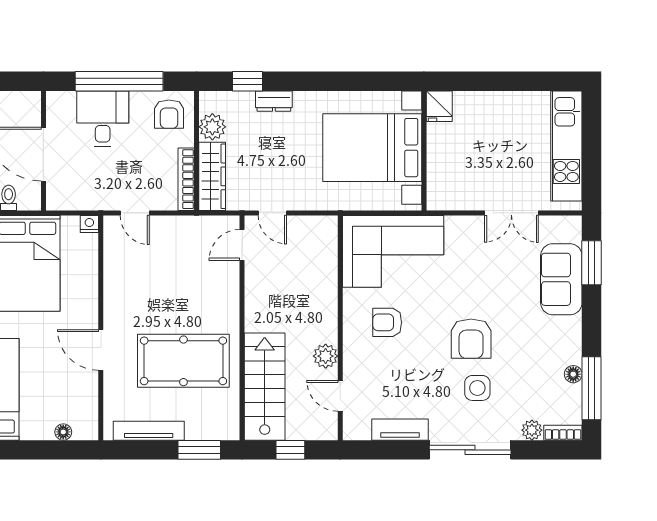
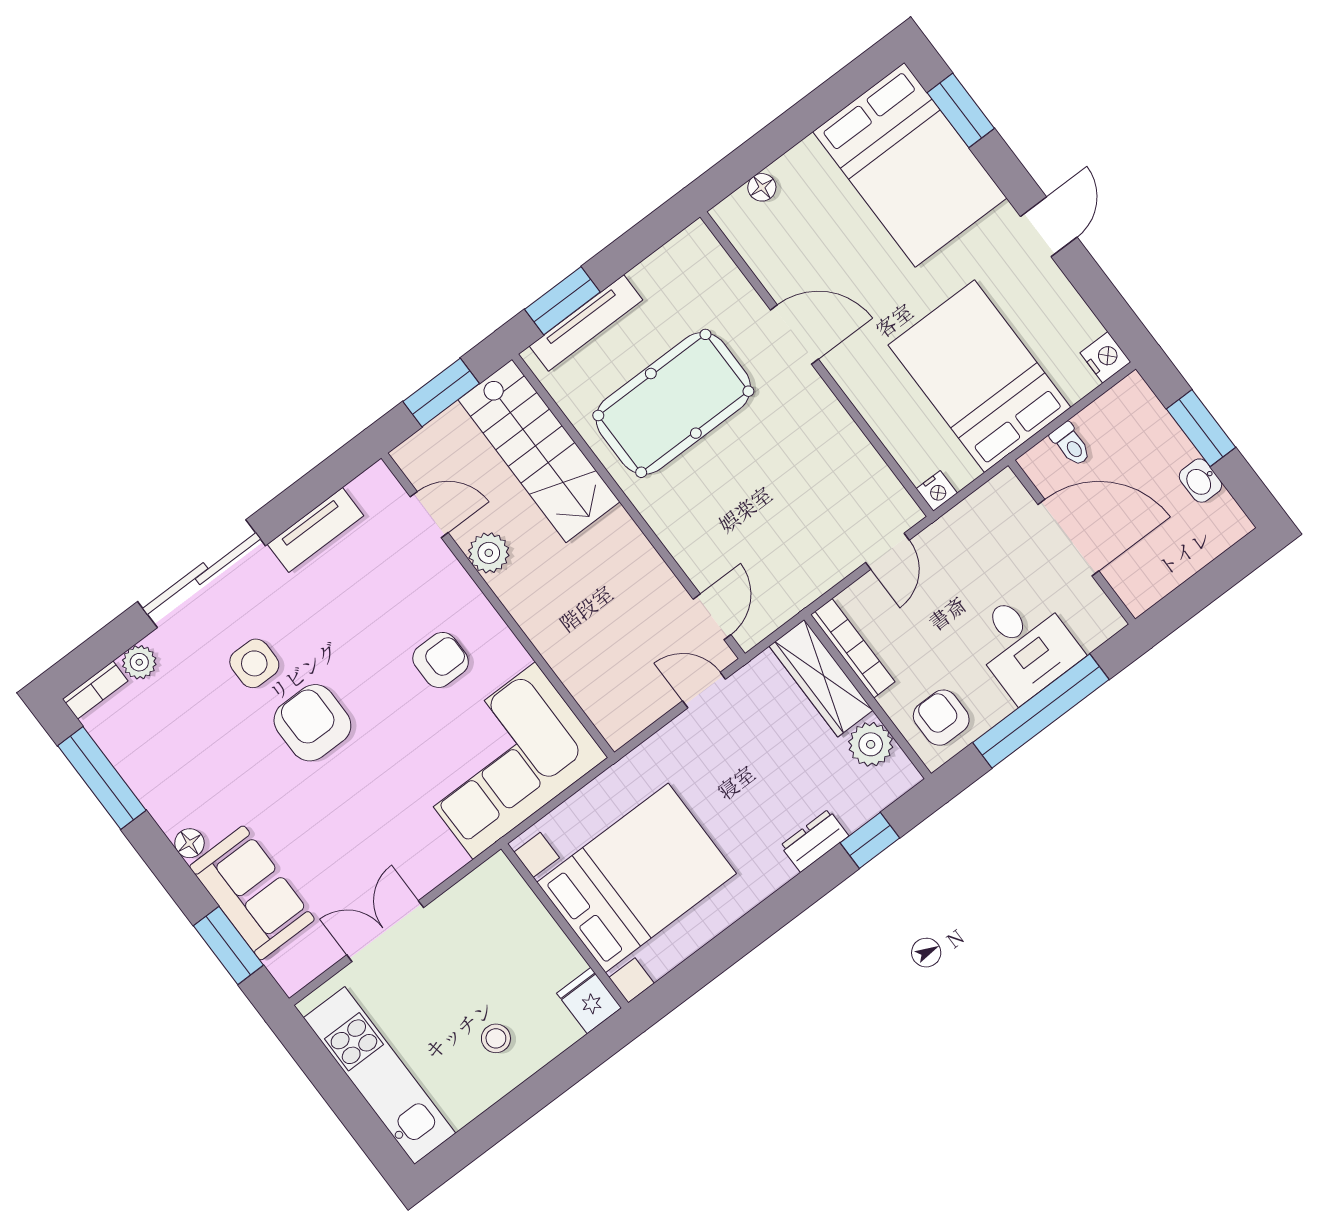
stool: (497, 122) -> (496, 1038), added
door: (135, 213) -> (887, 551), swing flipped
floor lamp: (573, 374) -> (189, 843), moved
tv unit: (149, 431) -> (586, 323), moved
window: (290, 450) -> (441, 392), width x1.50

